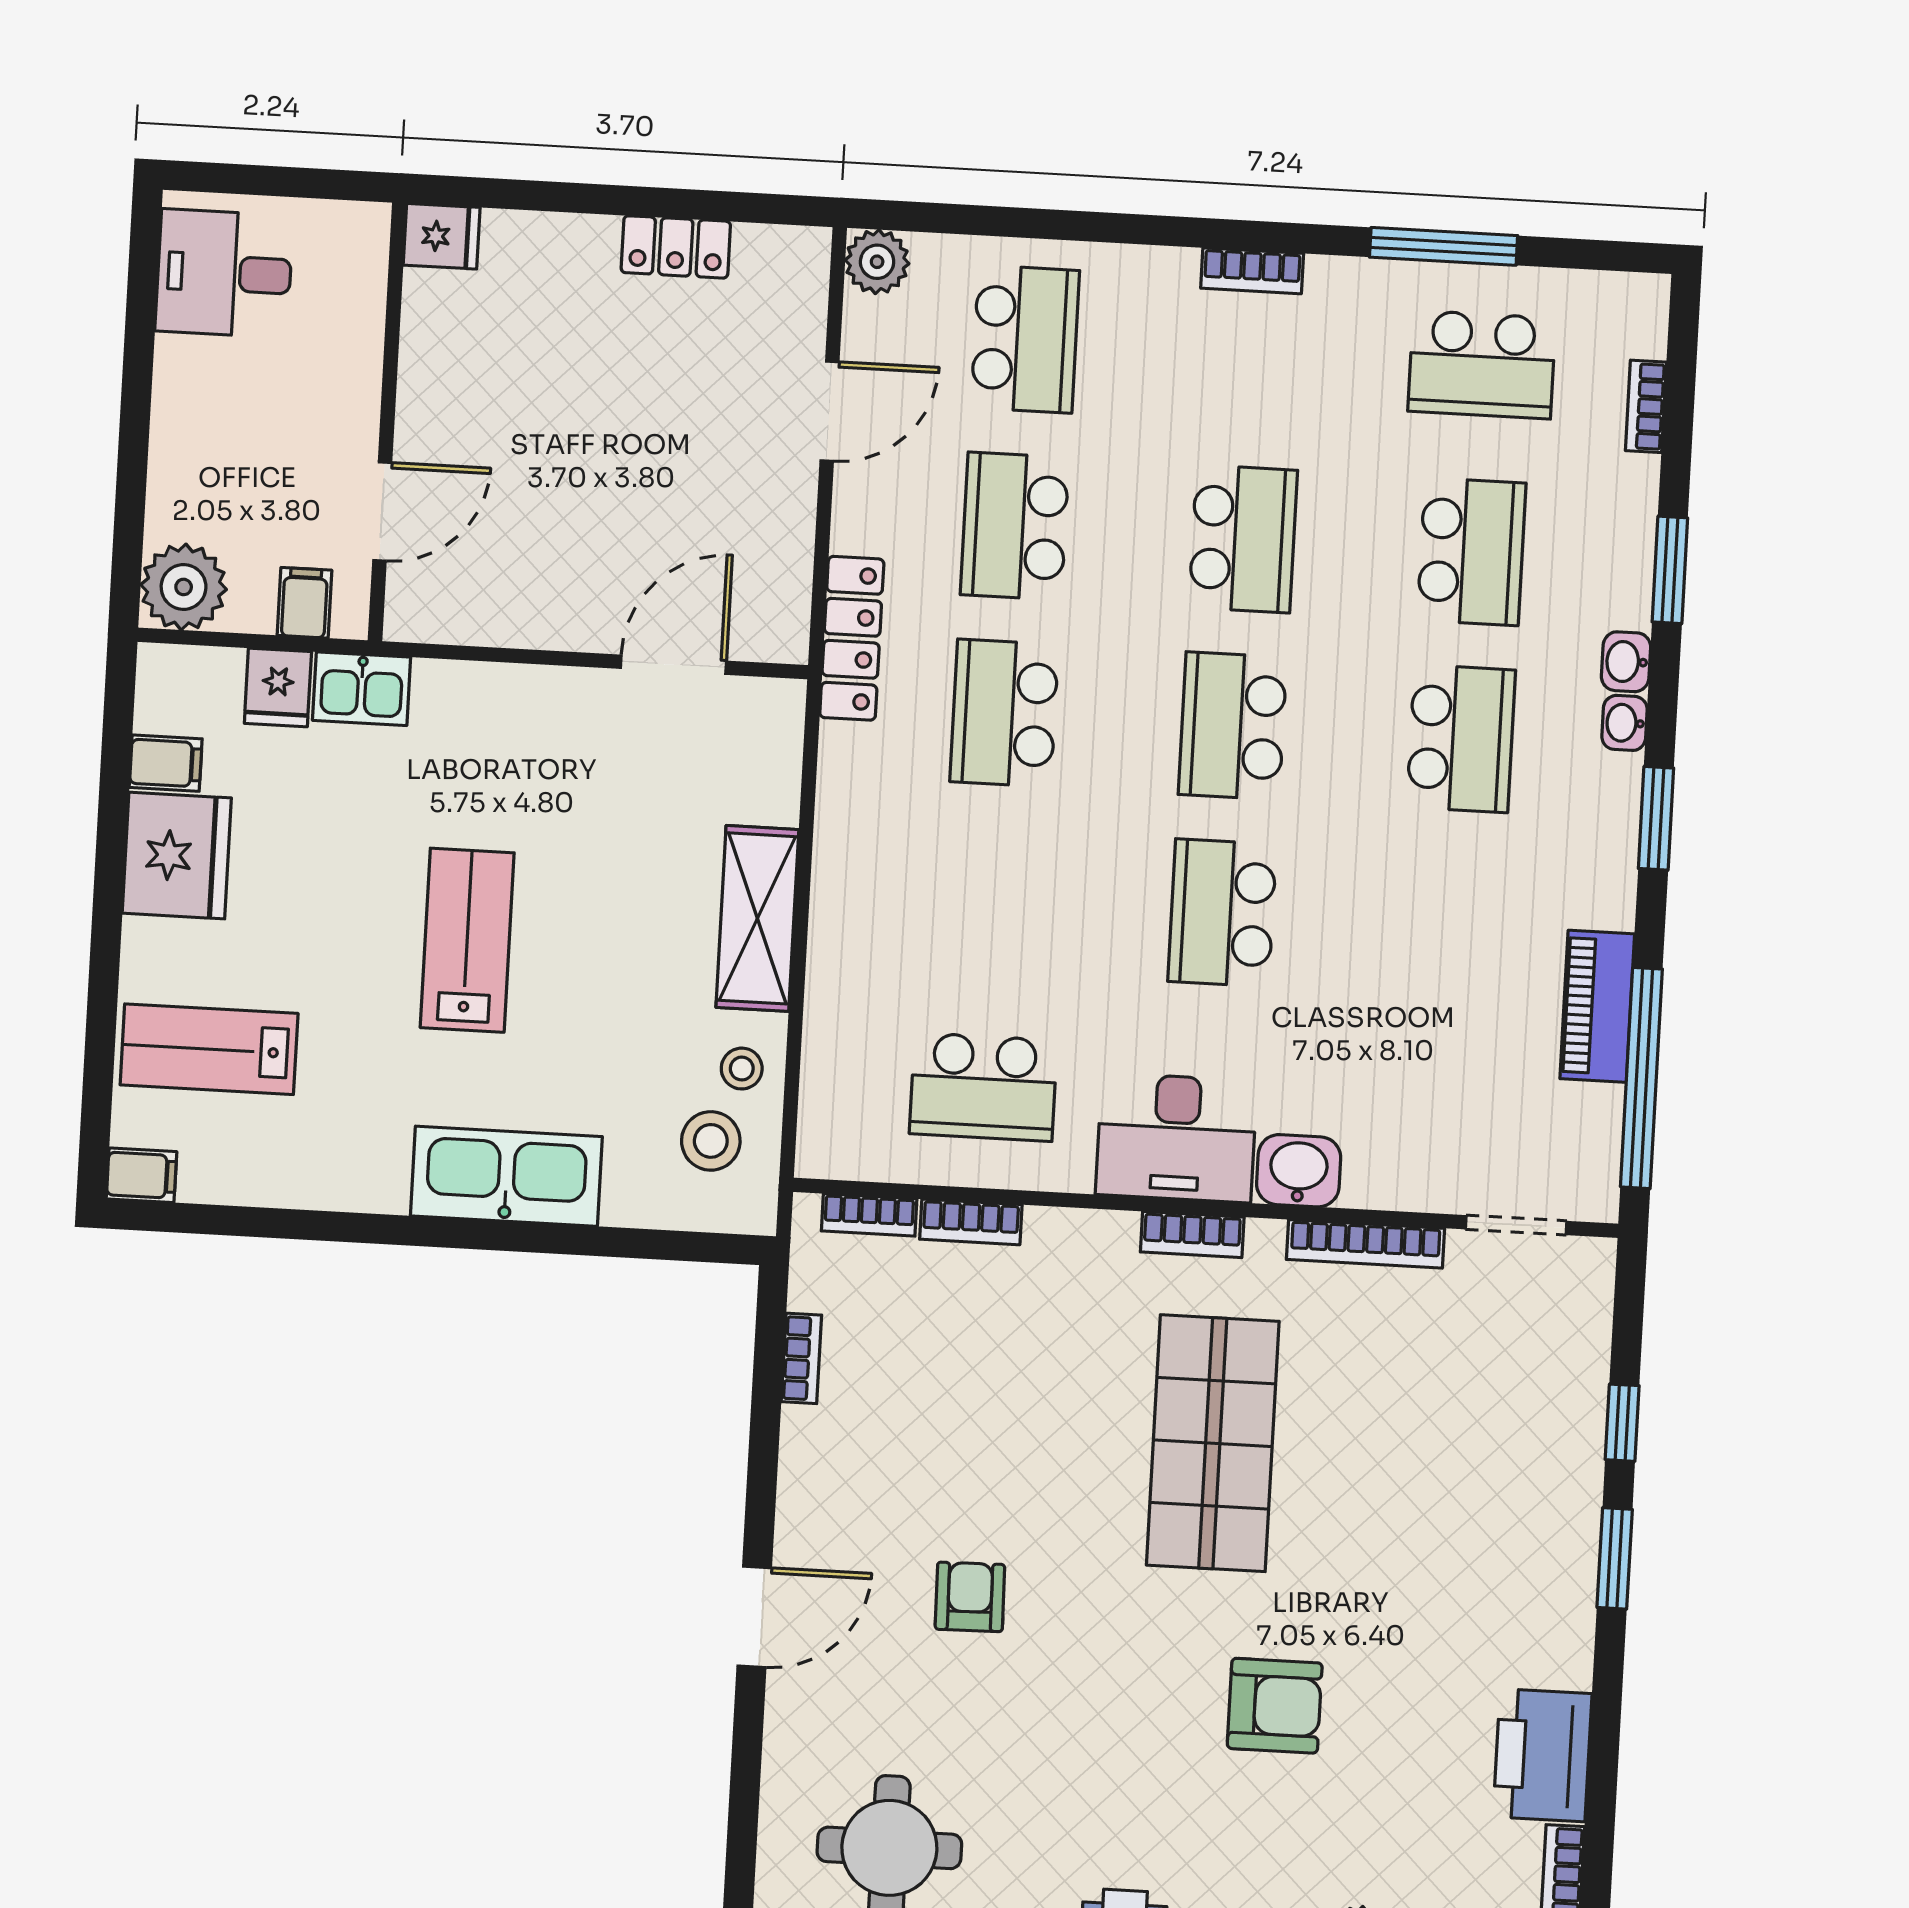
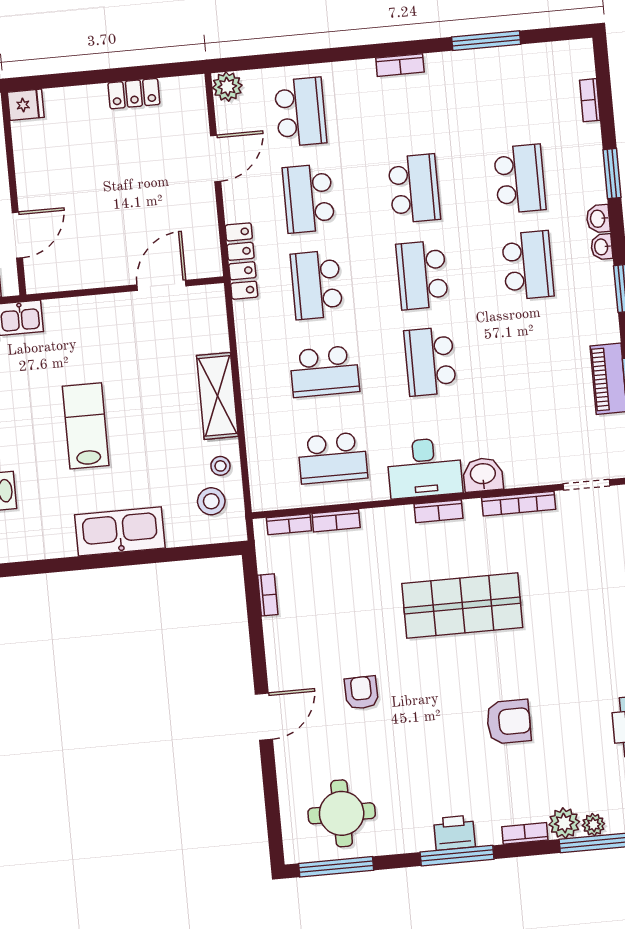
school desk: (1482, 365) -> (325, 371), moved
shop shelf: (1213, 1443) -> (462, 606), turned 90

